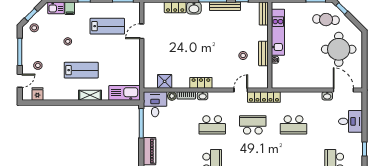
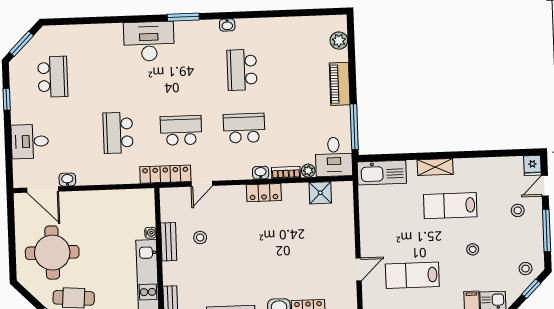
fridge: (37, 94) -> (532, 166), moved
school desk: (253, 125) -> (181, 130), turned 180
school desk: (293, 125) -> (118, 133), turned -90

